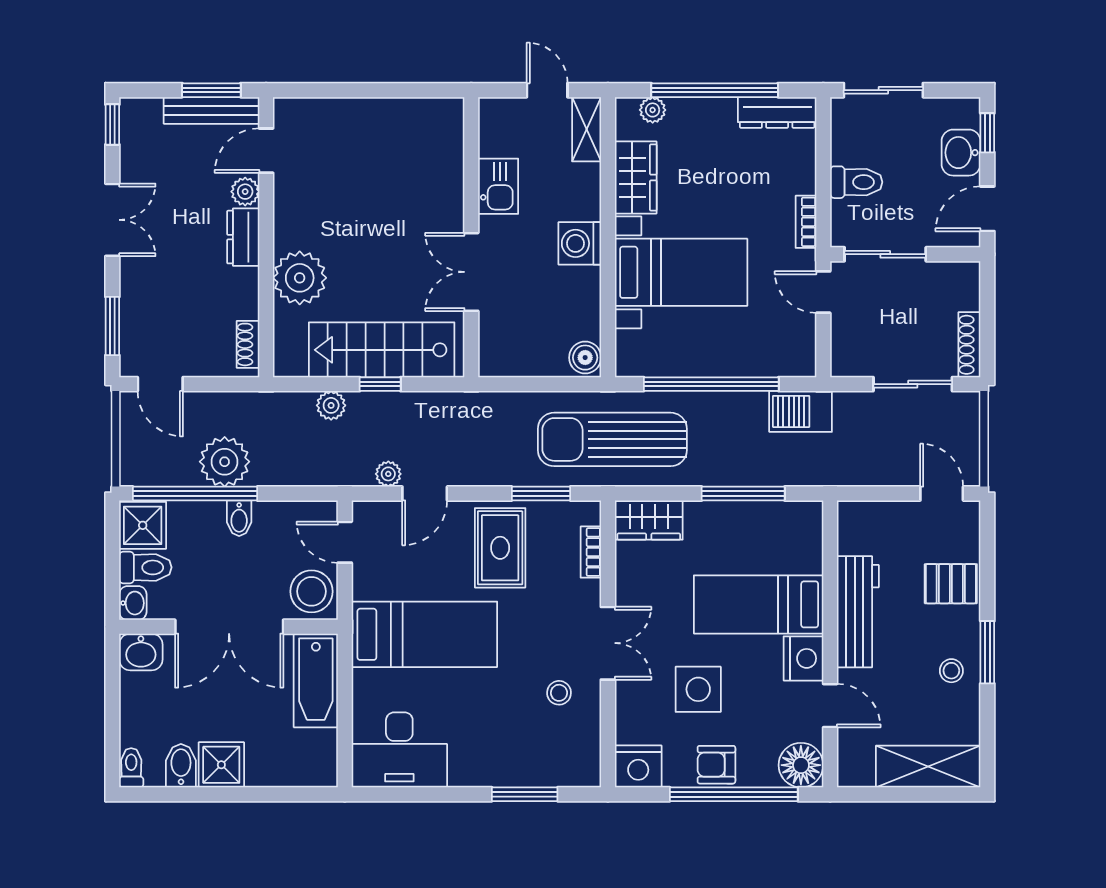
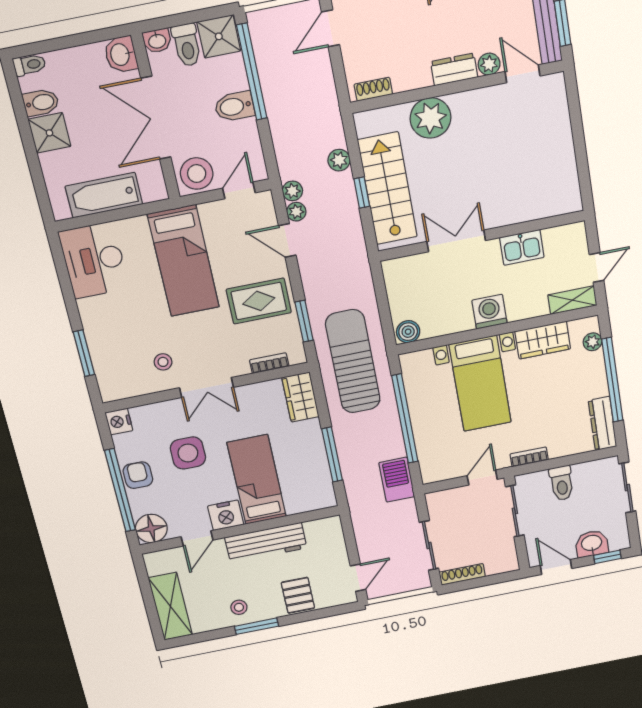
plant: (225, 462) -> (292, 191), moved, width x0.53, depth x0.53
bidet: (239, 518) -> (234, 106), width x1.38, depth x1.36
bathtub: (316, 680) -> (104, 195), moved
nightstand: (638, 766) -> (119, 422), width x0.74, depth x0.75

